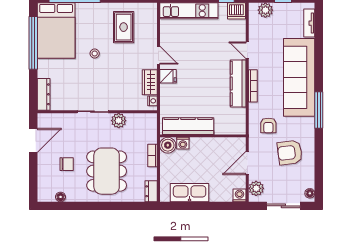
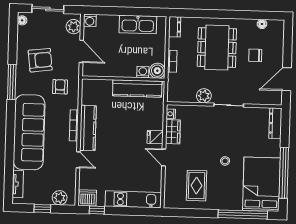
window: (319, 110) -> (12, 82), moved
door: (247, 163) -> (81, 51), hinge flipped

